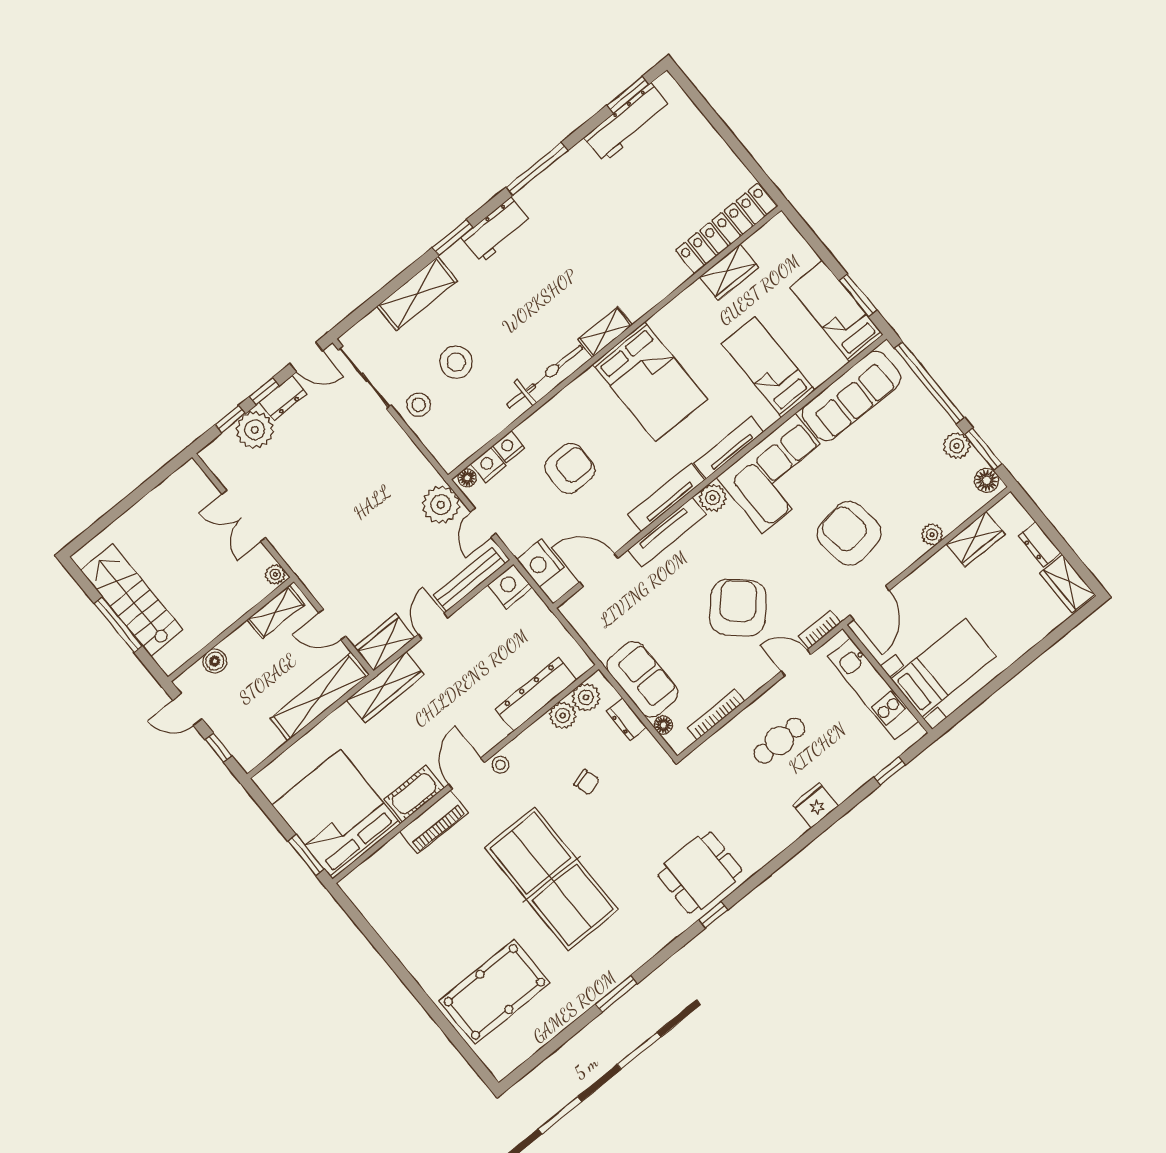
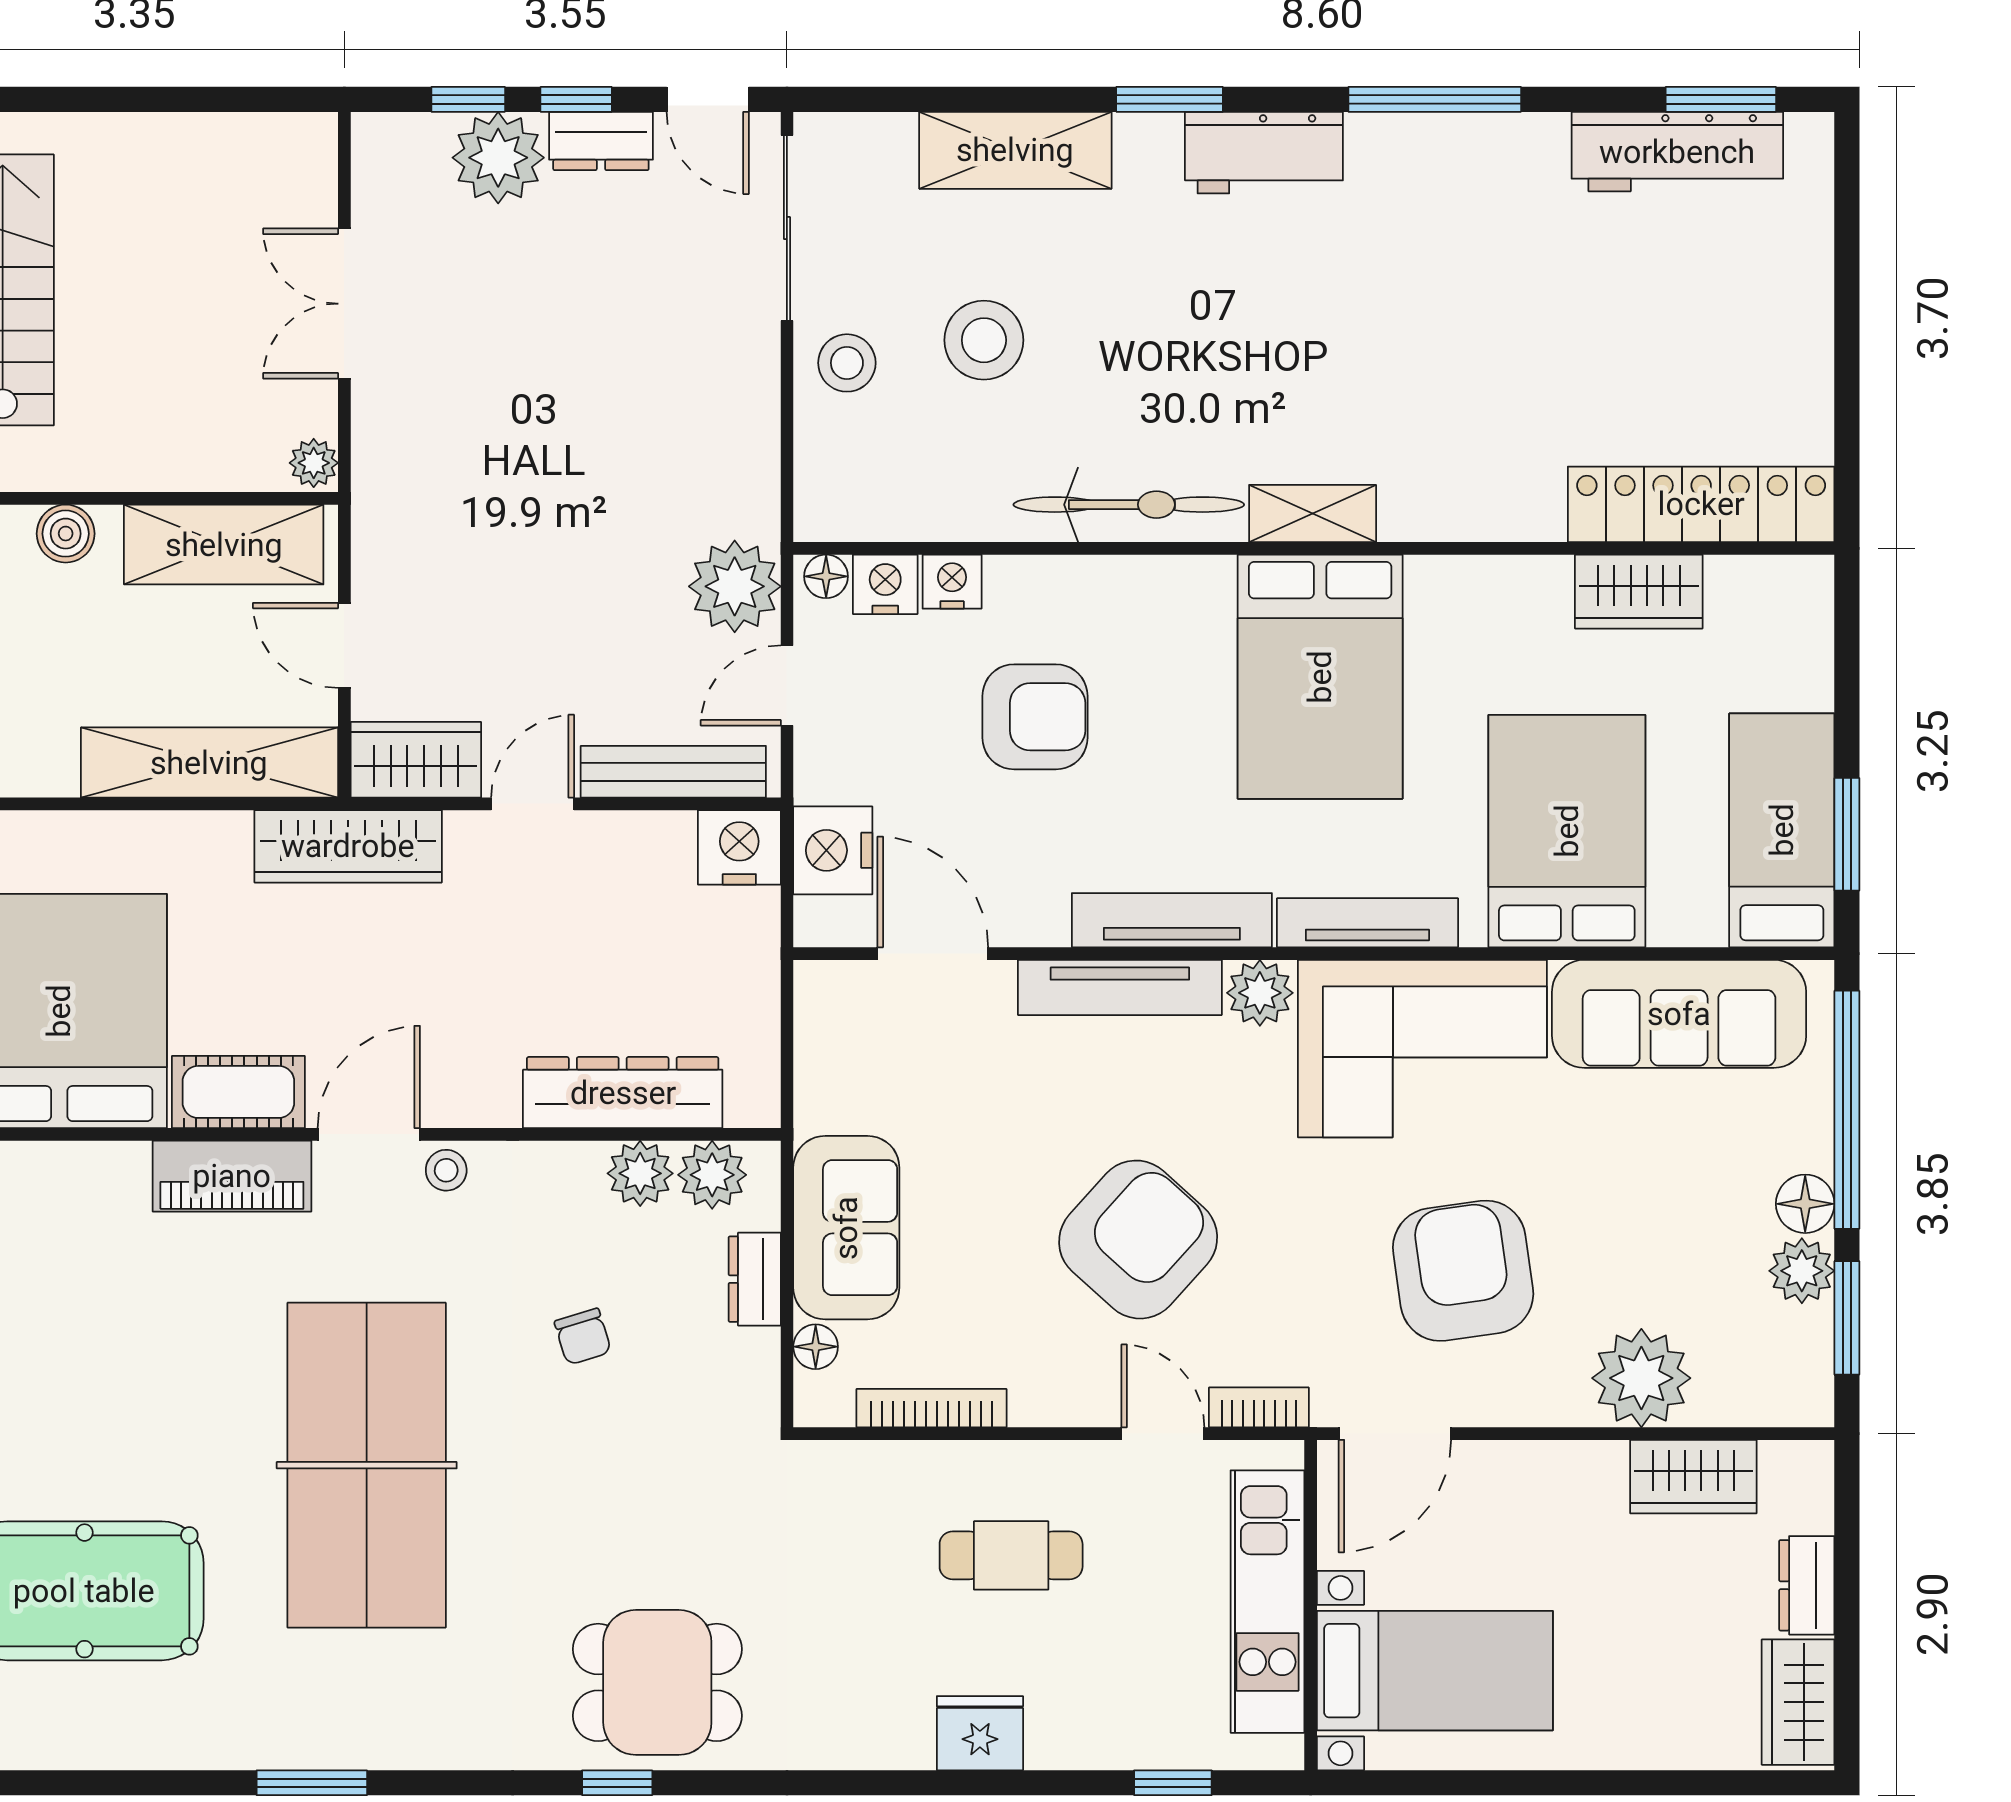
bed: (768, 367) -> (1567, 831), width x1.50
floor lamp: (987, 480) -> (1805, 1204), moved
plant: (932, 535) -> (1641, 1378), width x1.88, depth x1.88
shelving: (276, 612) -> (224, 545), width x1.50, depth x1.33

